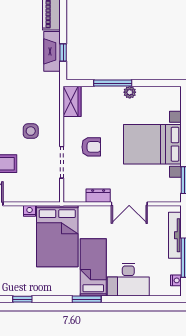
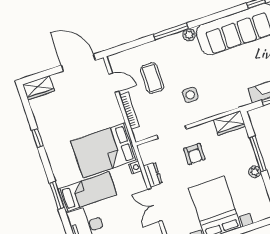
bookcase: (26, 197) -> (129, 111), added
nightstand: (30, 211) -> (135, 167), moved

